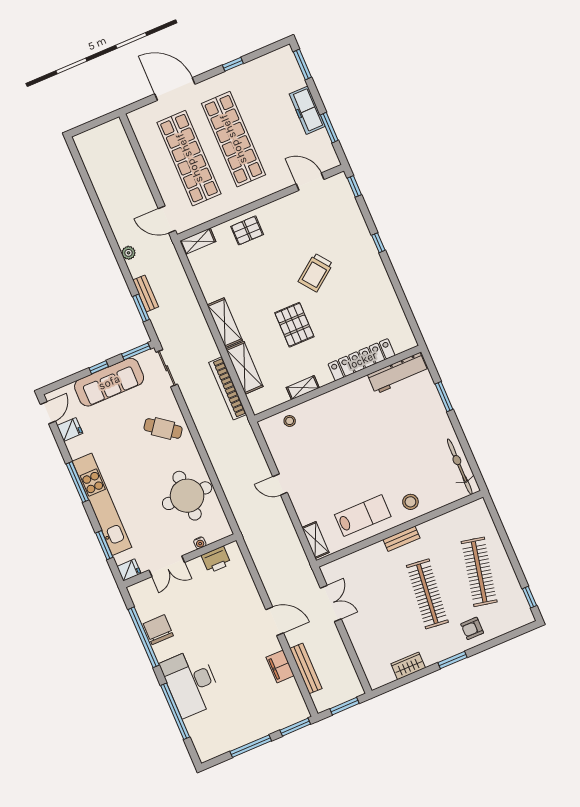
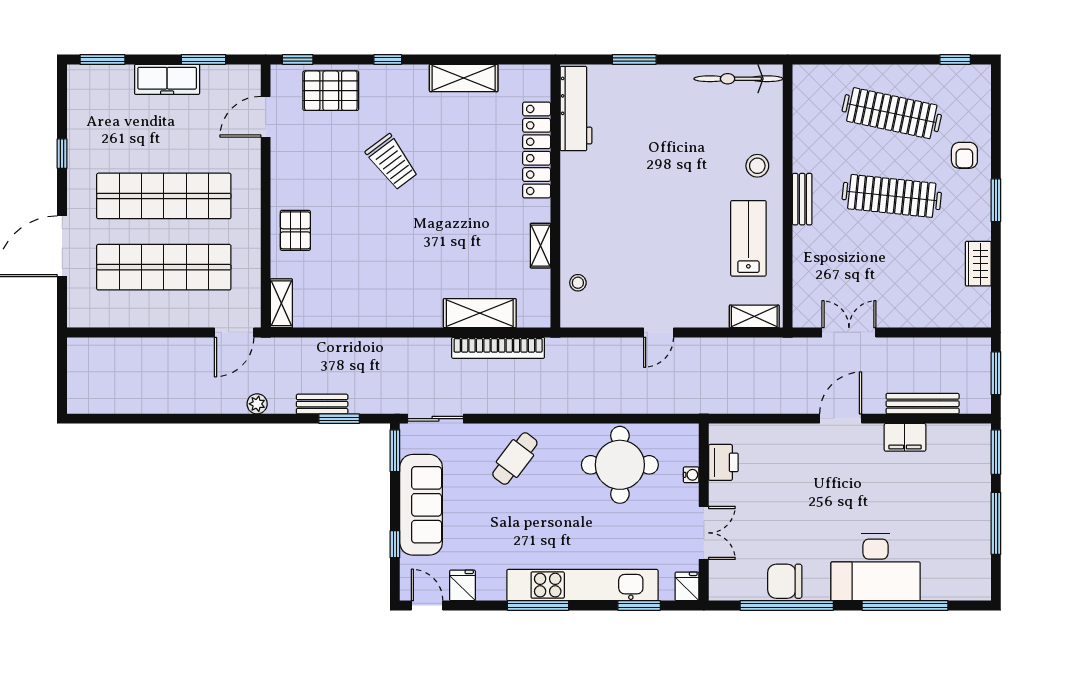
shelving: (225, 323) -> (464, 78), moved
pallet: (294, 325) -> (331, 91), moved
window: (99, 367) -> (395, 544), moved

